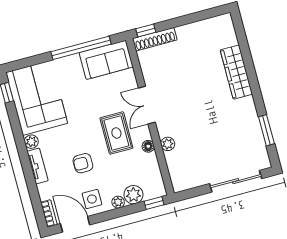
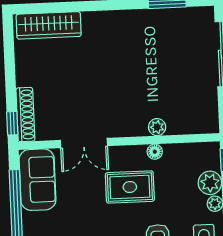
wardrobe: (236, 72) -> (49, 25), moved
double door: (147, 105) -> (84, 143), moved

